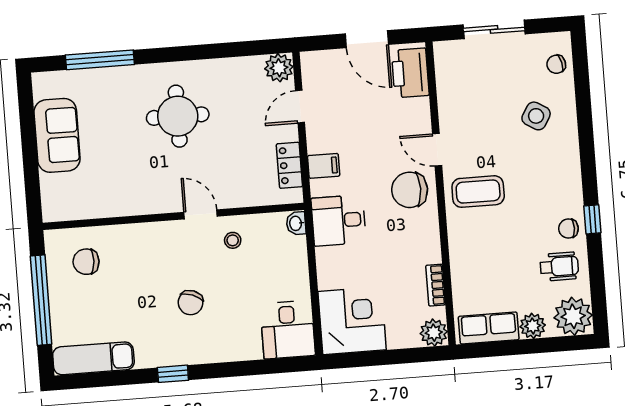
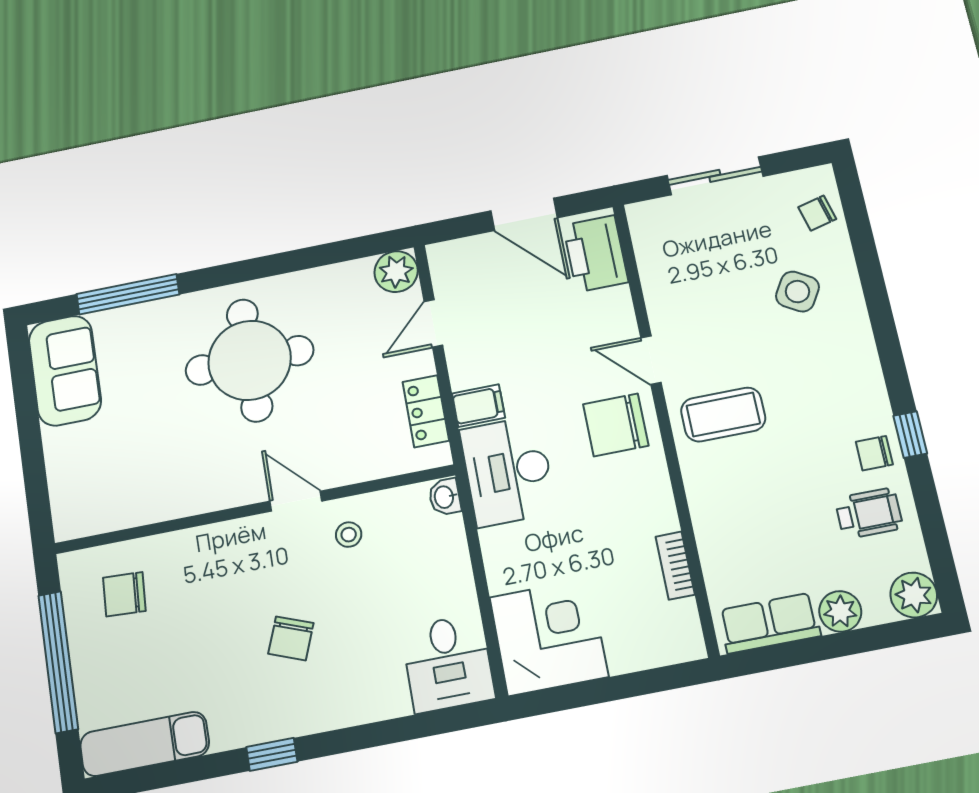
round table: (178, 116) -> (250, 360), width x1.36, depth x1.36
sofa: (57, 135) -> (65, 371), moved
desk: (339, 220) -> (508, 471), width x1.37
plant: (573, 316) -> (914, 595), width x0.73, depth x0.73
plant: (434, 333) -> (682, 641), removed

